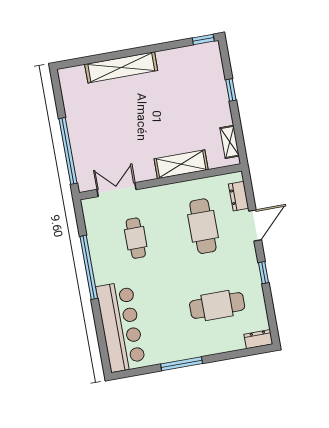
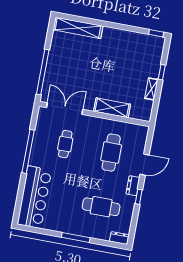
shelving: (121, 67) -> (78, 28), moved
shelving: (230, 142) -> (151, 89), moved
double door: (117, 190) -> (65, 108), width x1.37
dresser: (239, 196) -> (133, 186), moved
window: (182, 364) -> (76, 238), moved

